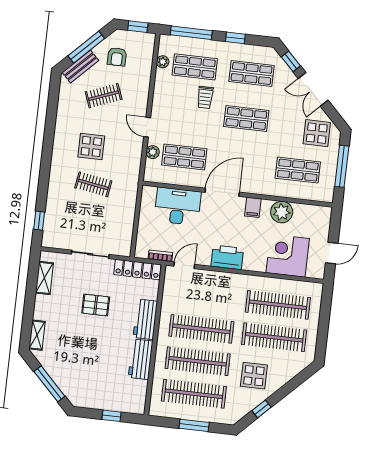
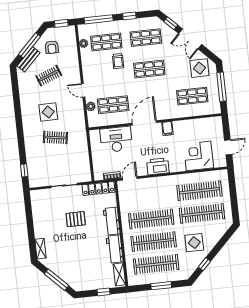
plant: (282, 212) -> (188, 127), removed
shelving: (44, 278) -> (119, 274), moved

